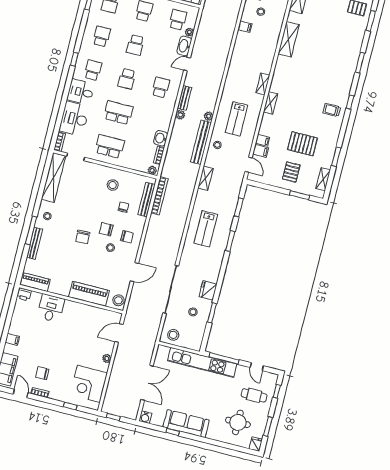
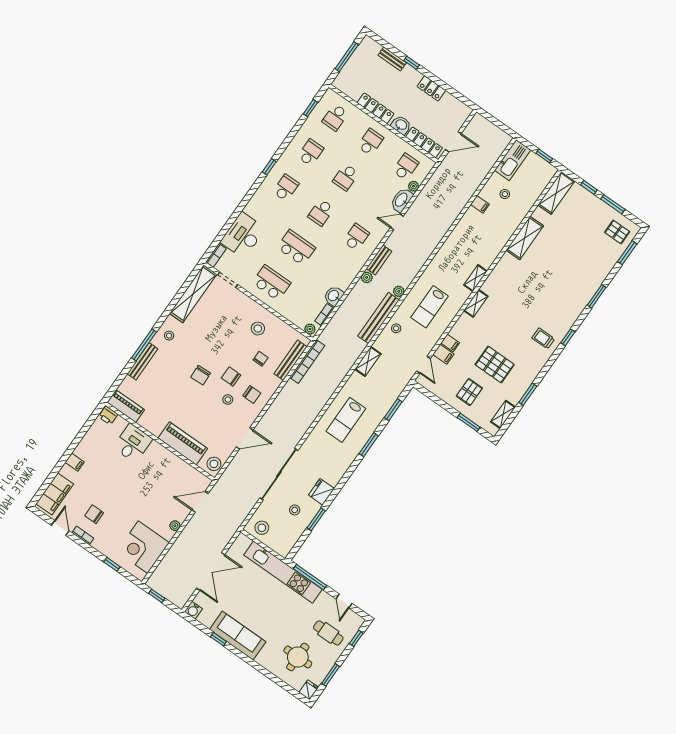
desk: (81, 92) -> (262, 207), removed

